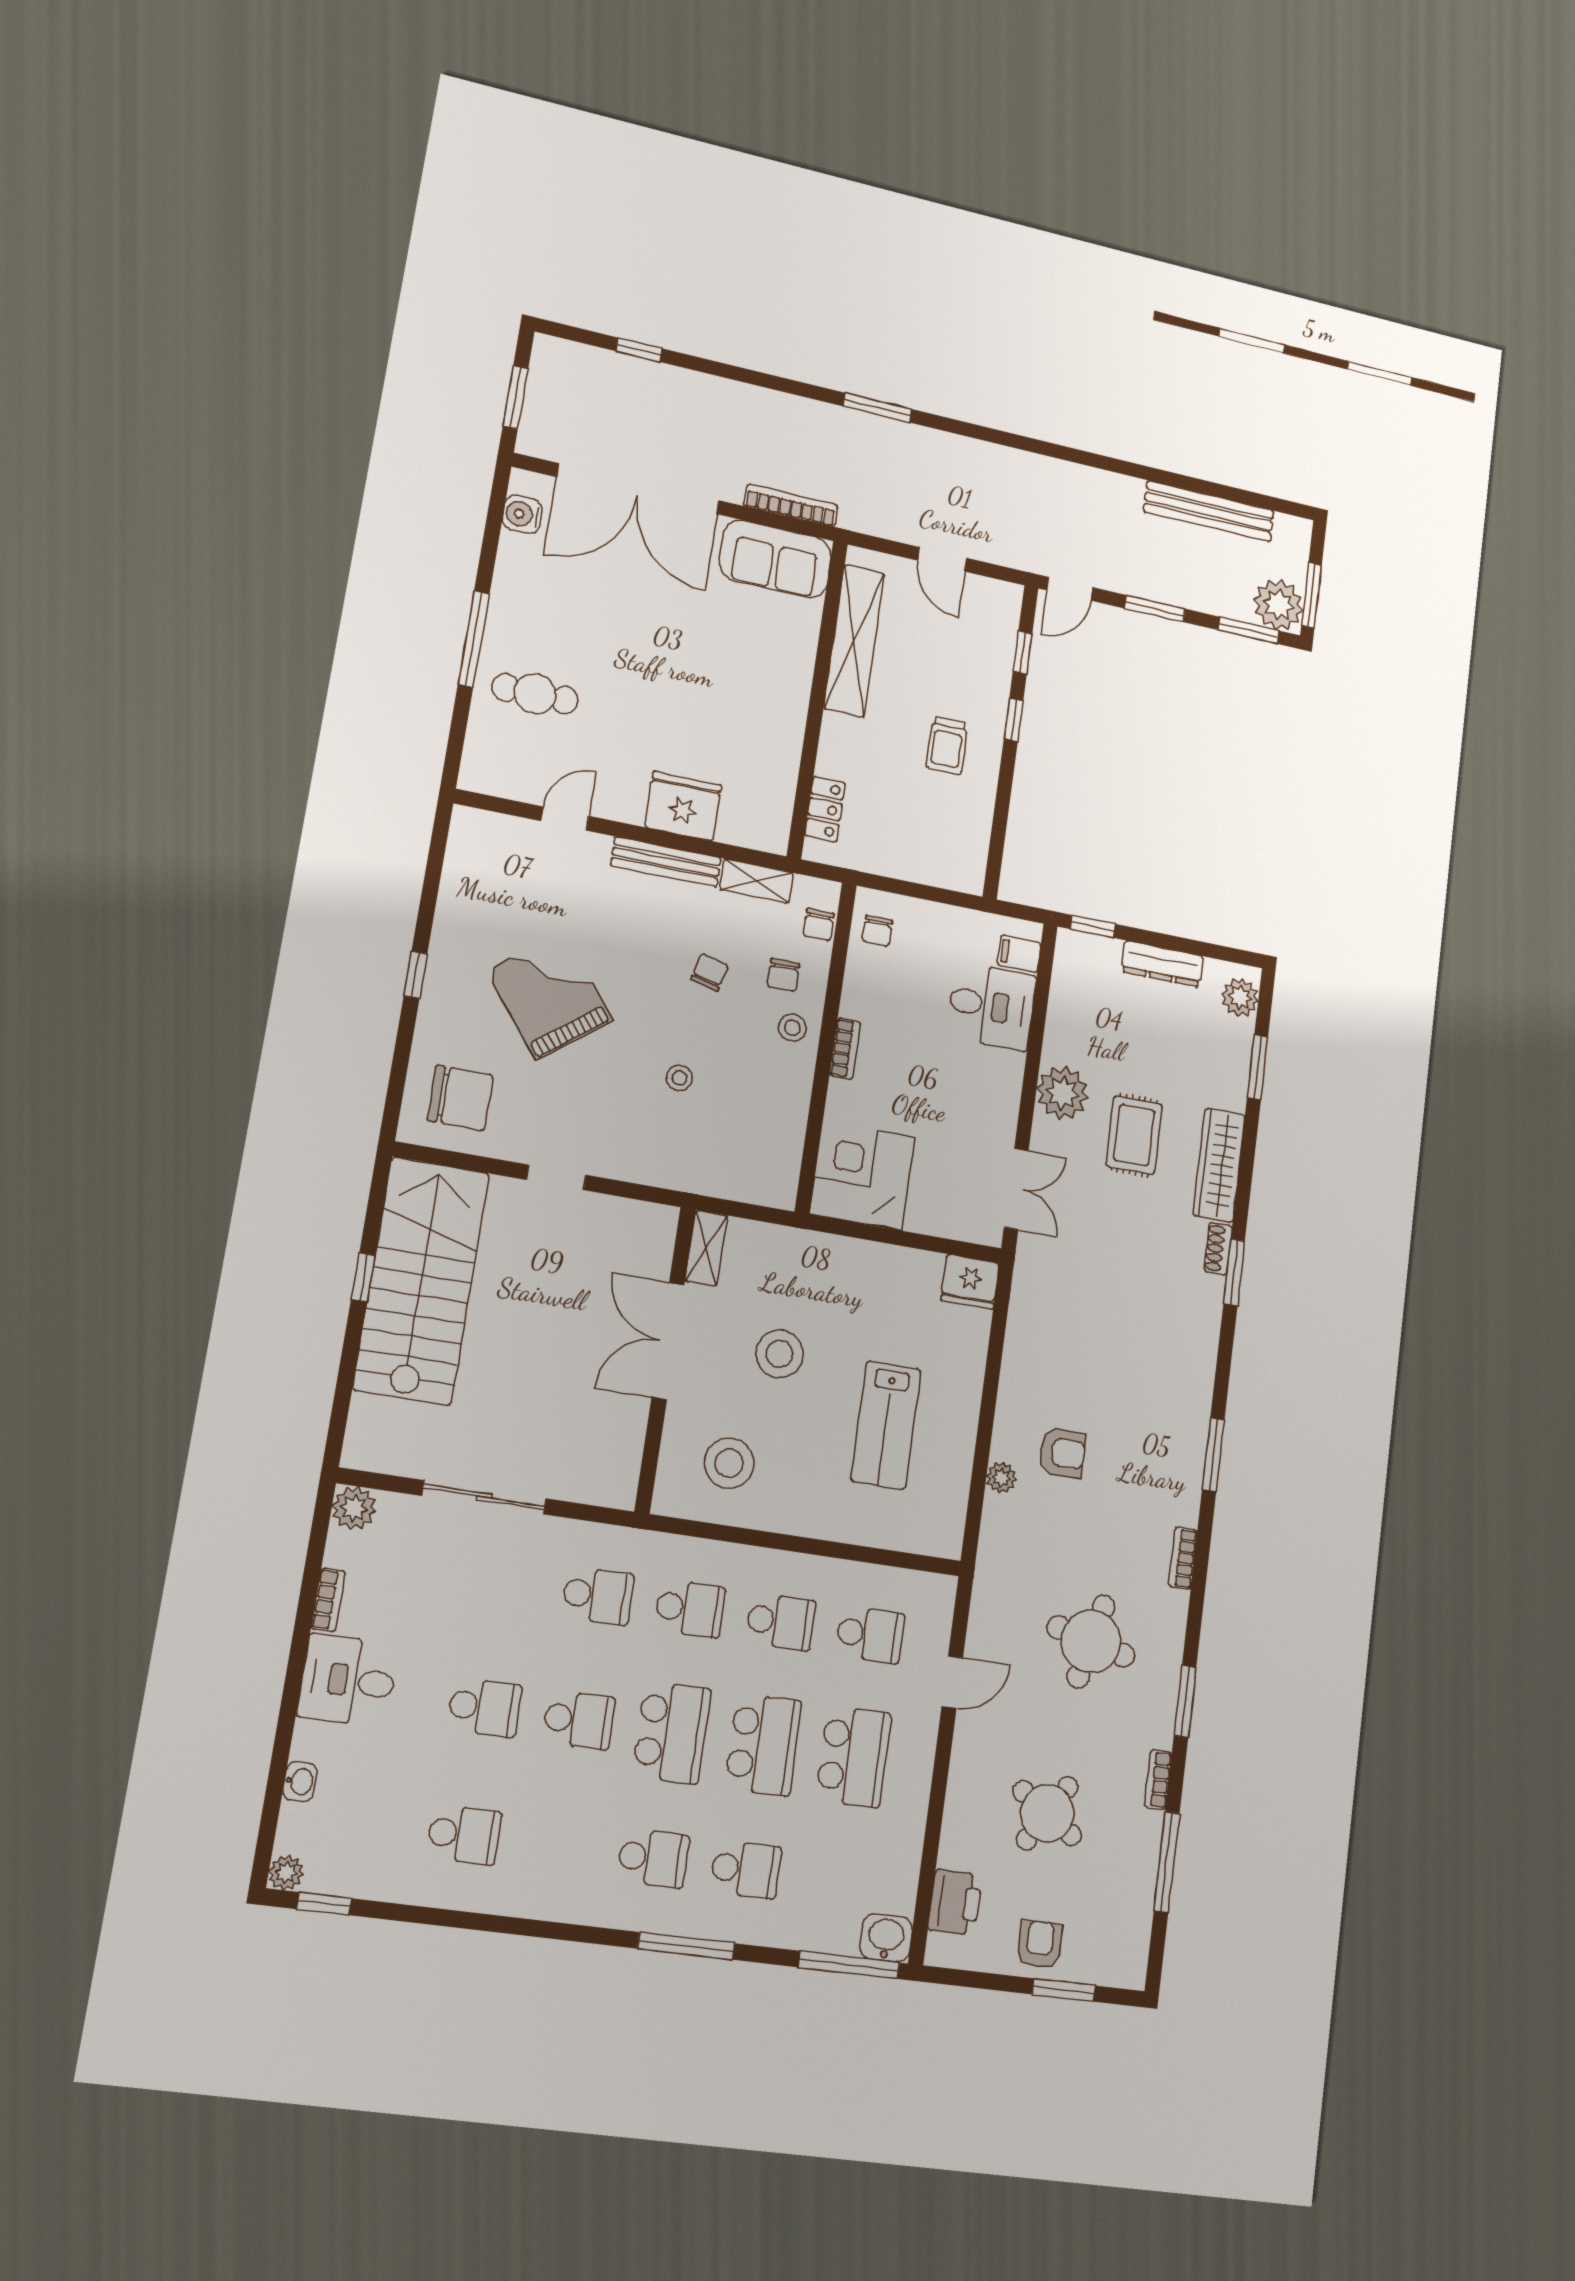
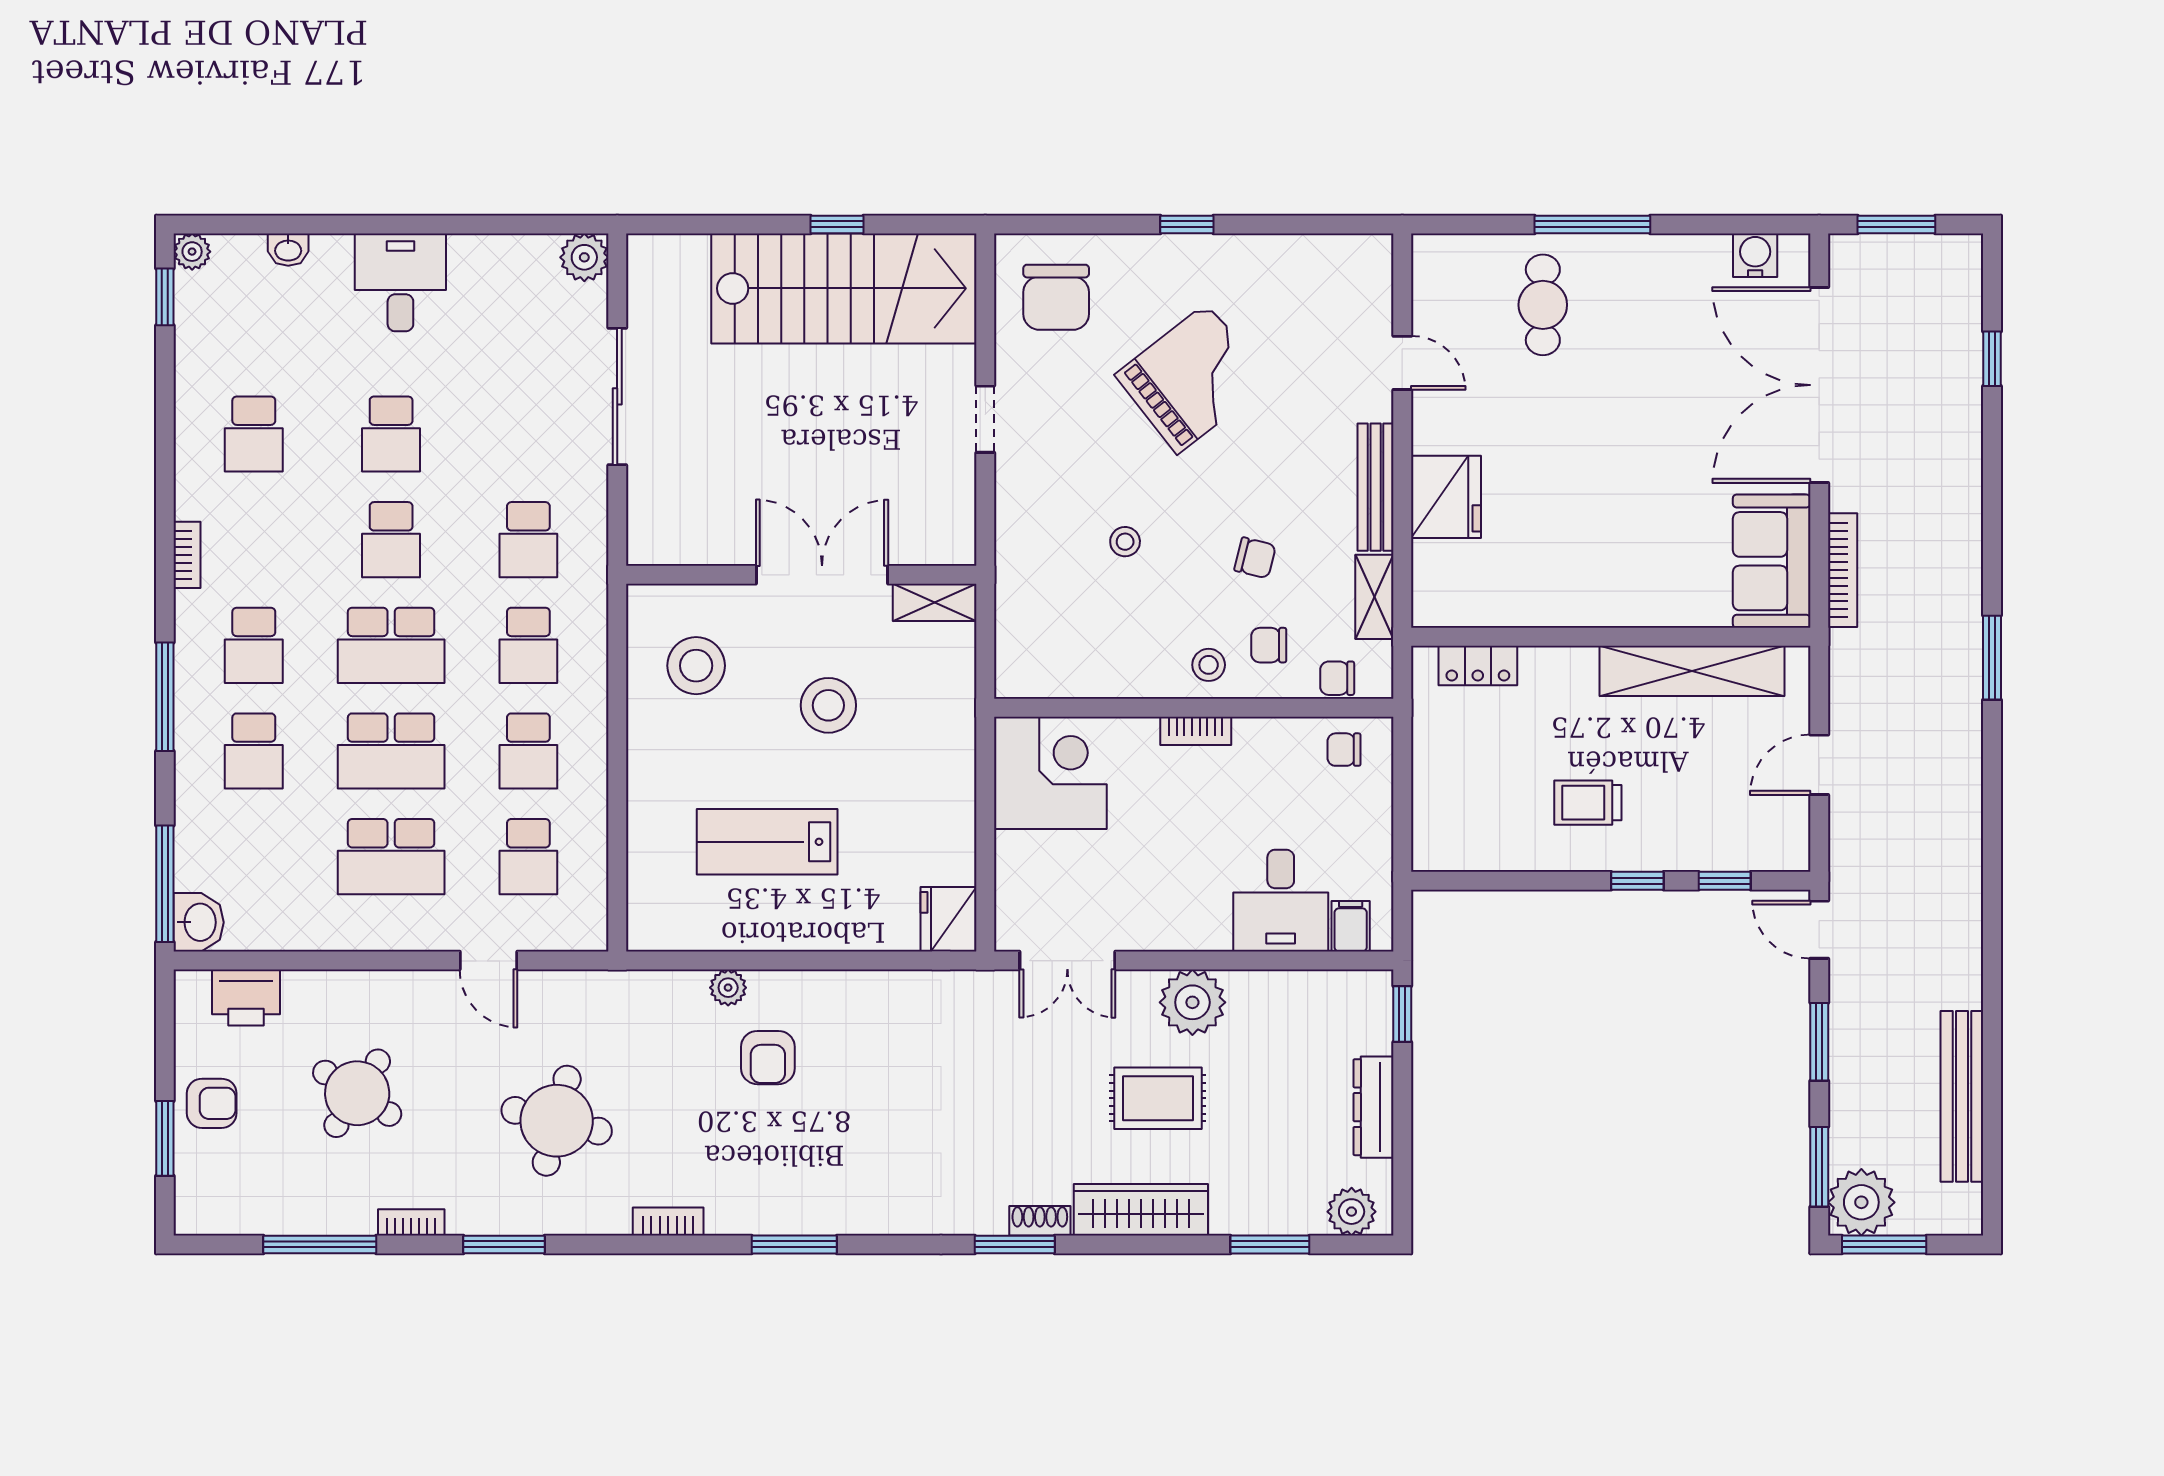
bookcase: (328, 1600) -> (187, 555), moved, turned -90

